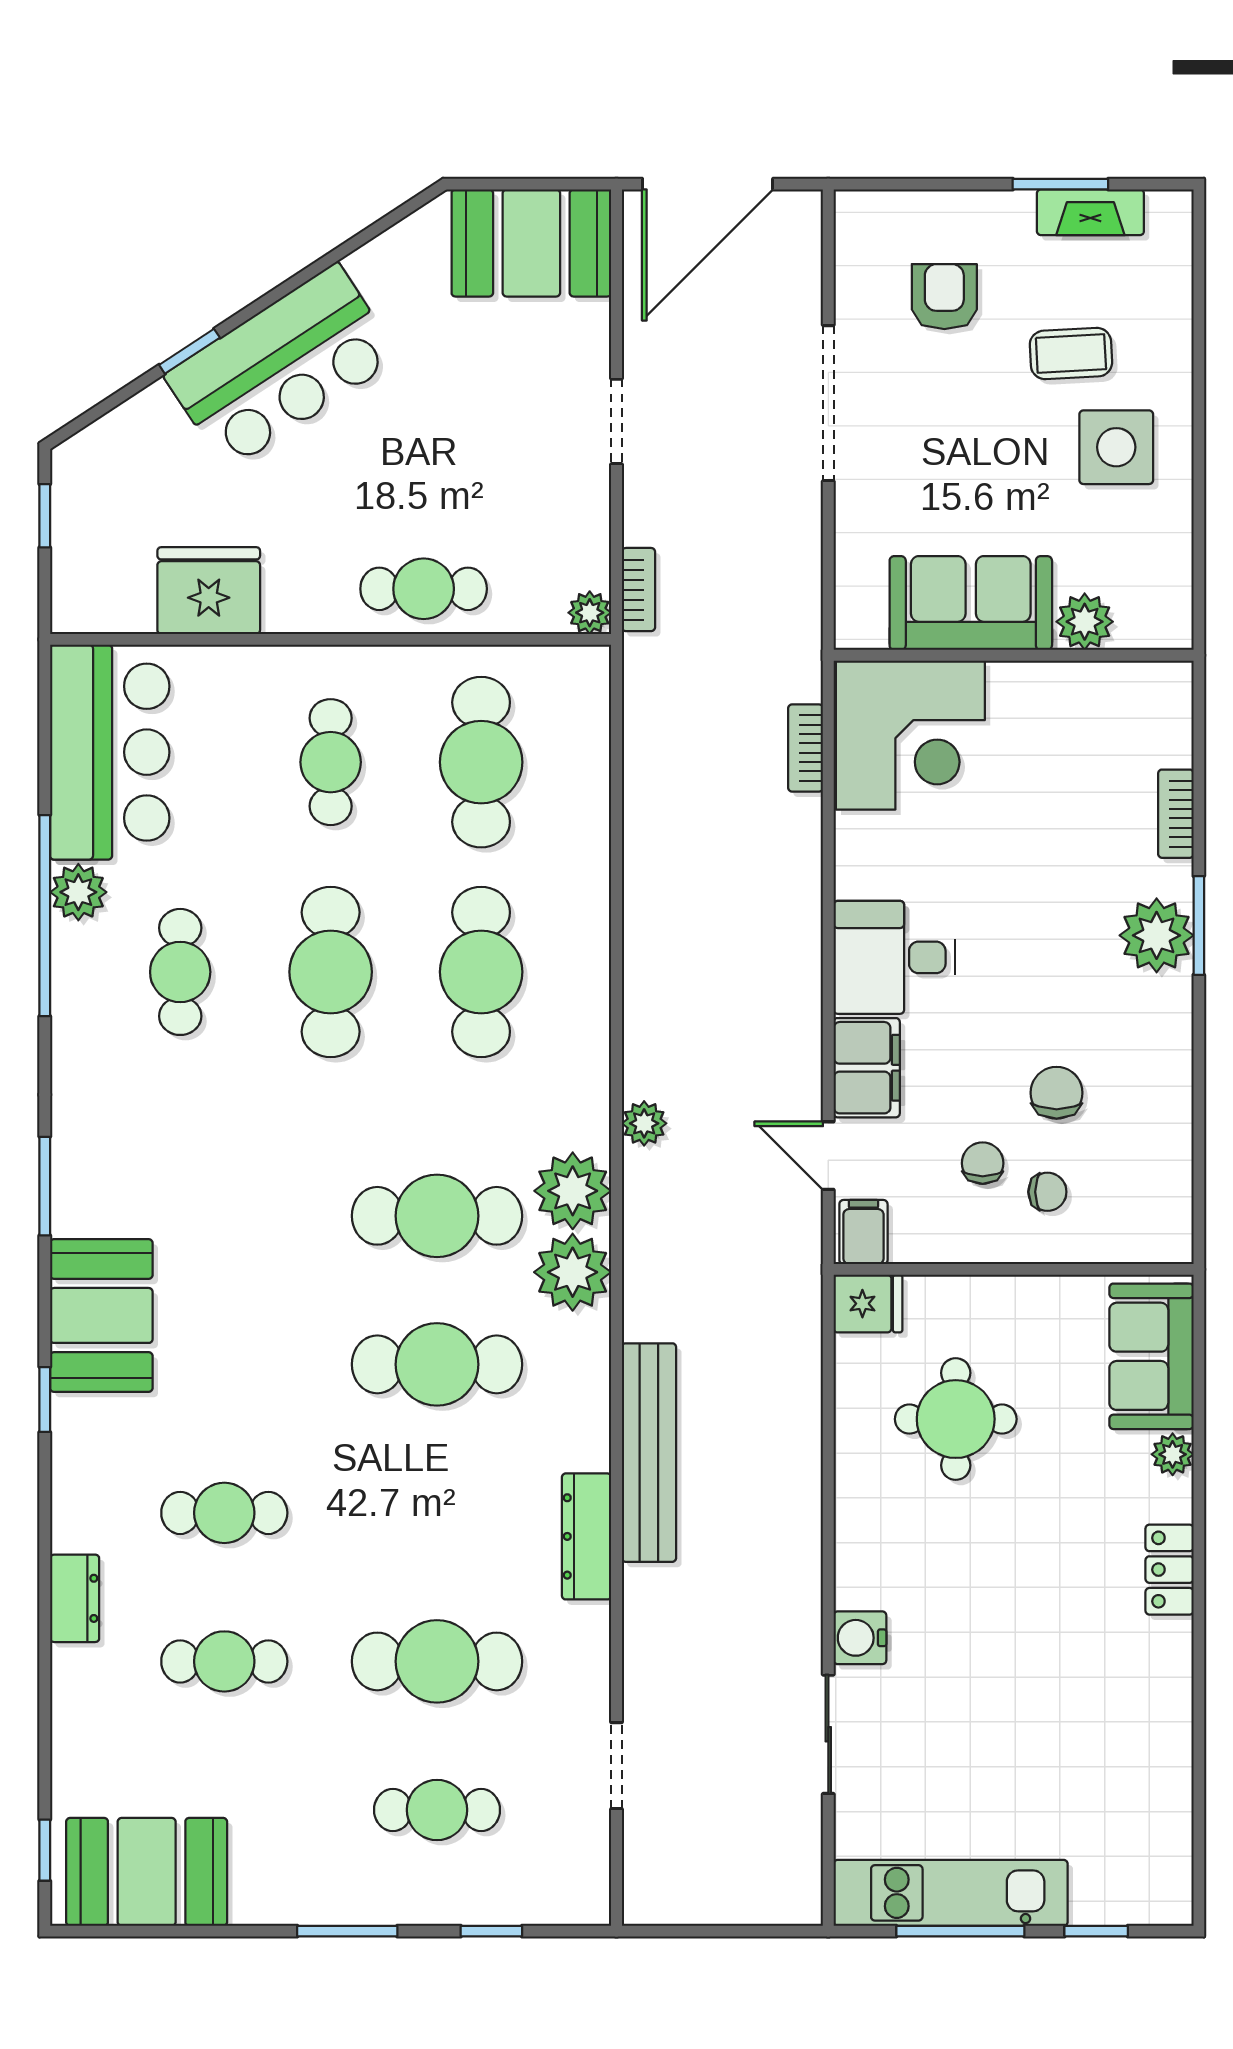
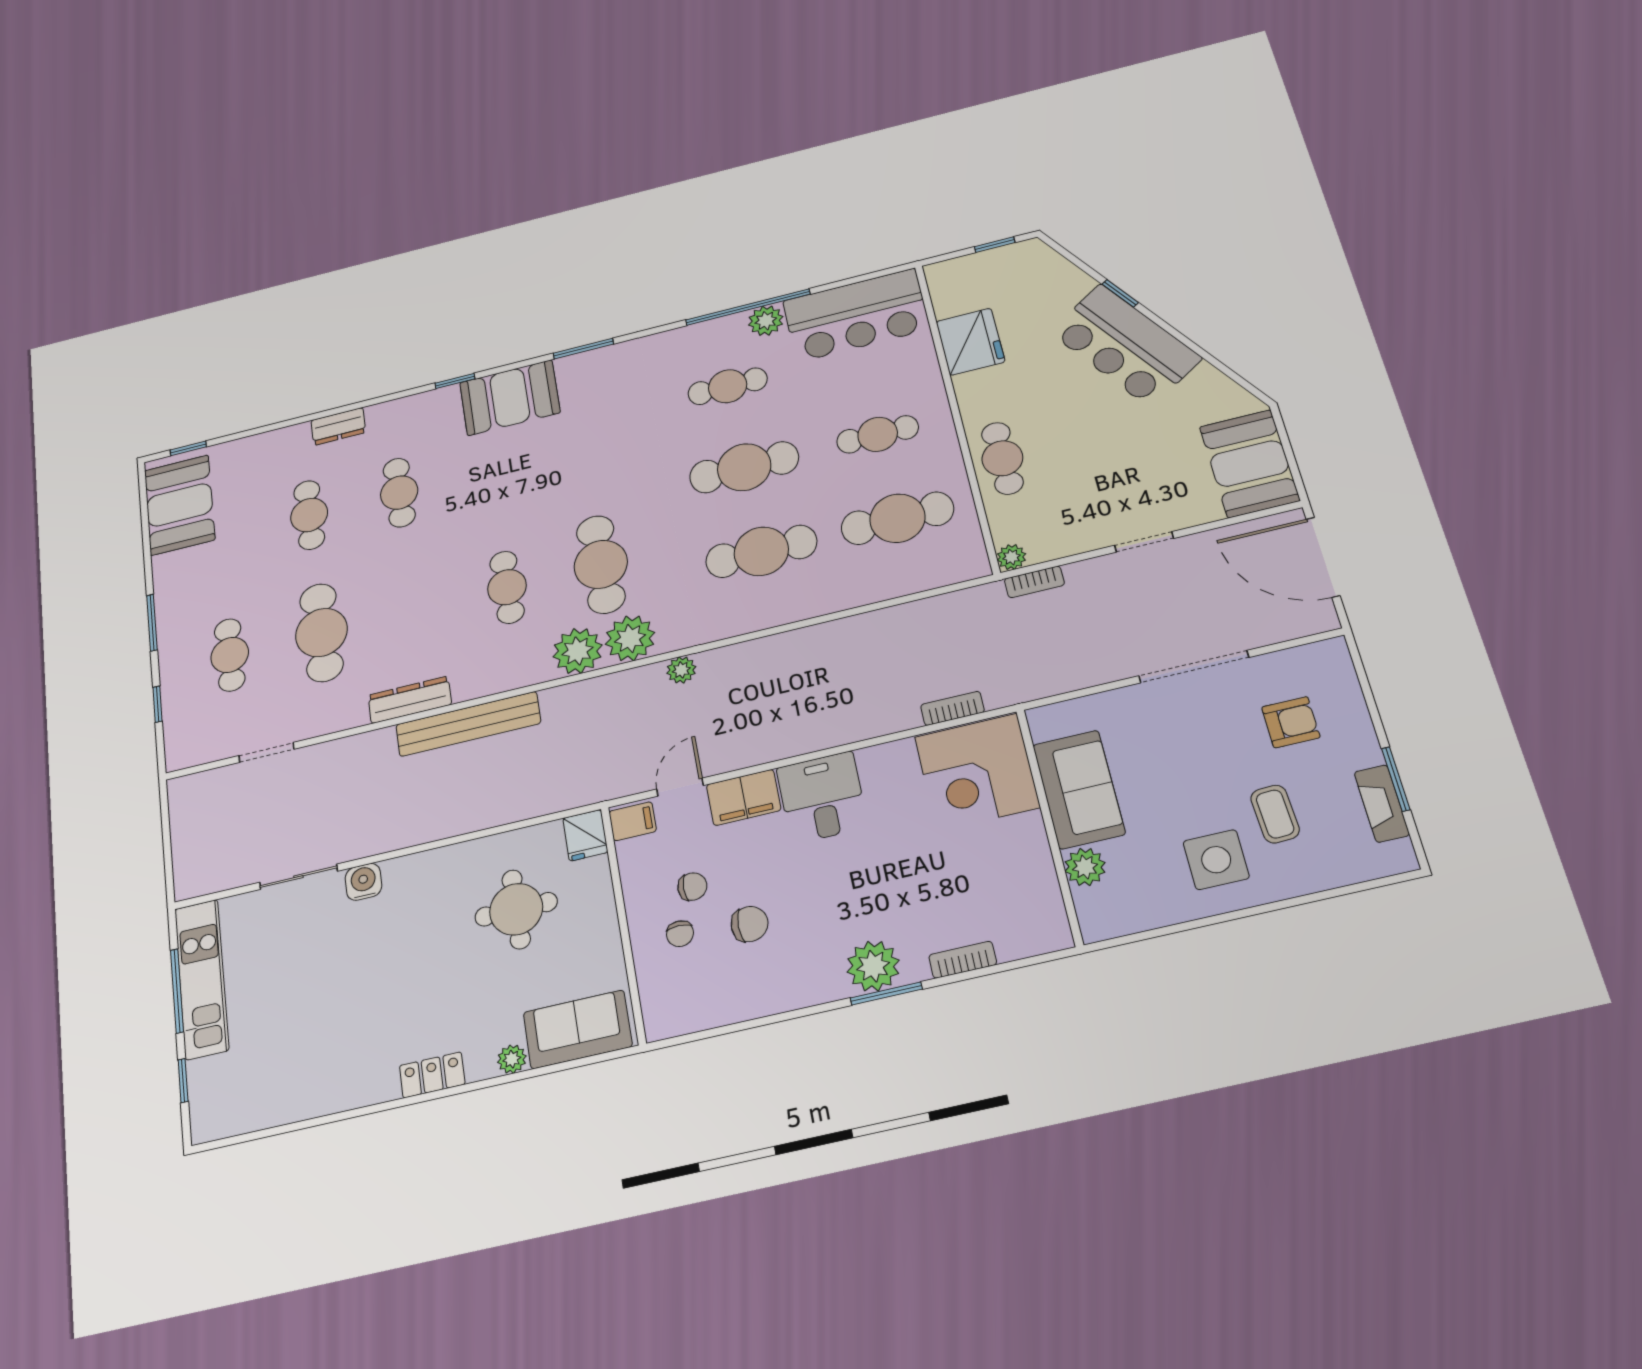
cafe table: (437, 1364) -> (507, 587), width x0.73, depth x0.74

